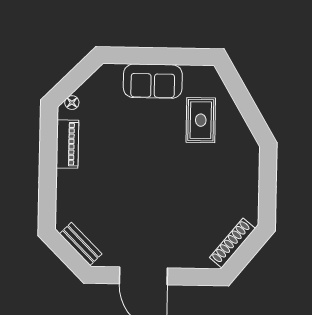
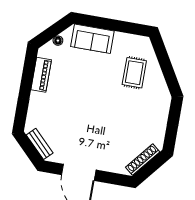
sofa: (153, 81) -> (92, 39), moved
floor lamp: (72, 103) -> (58, 41), moved

